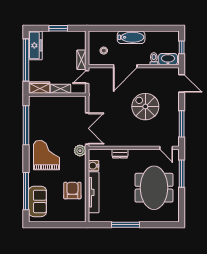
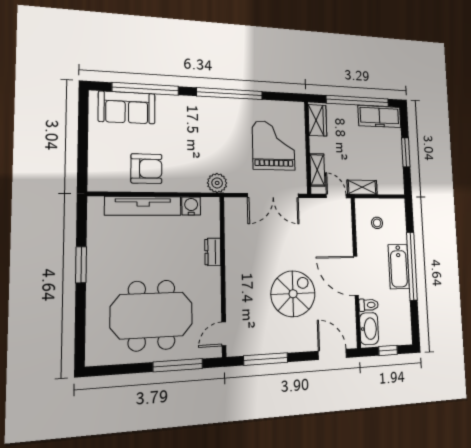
window: (131, 28) -> (412, 266), added
door: (125, 66) -> (356, 276), moved
door: (182, 83) -> (332, 354), swing flipped
shelving: (61, 89) -> (317, 170), moved
window: (26, 125) -> (230, 94), moved
double door: (87, 128) -> (273, 195), moved
grand piano: (46, 155) -> (274, 146), moved, turned -90
window: (126, 225) -> (81, 265), width x0.69

